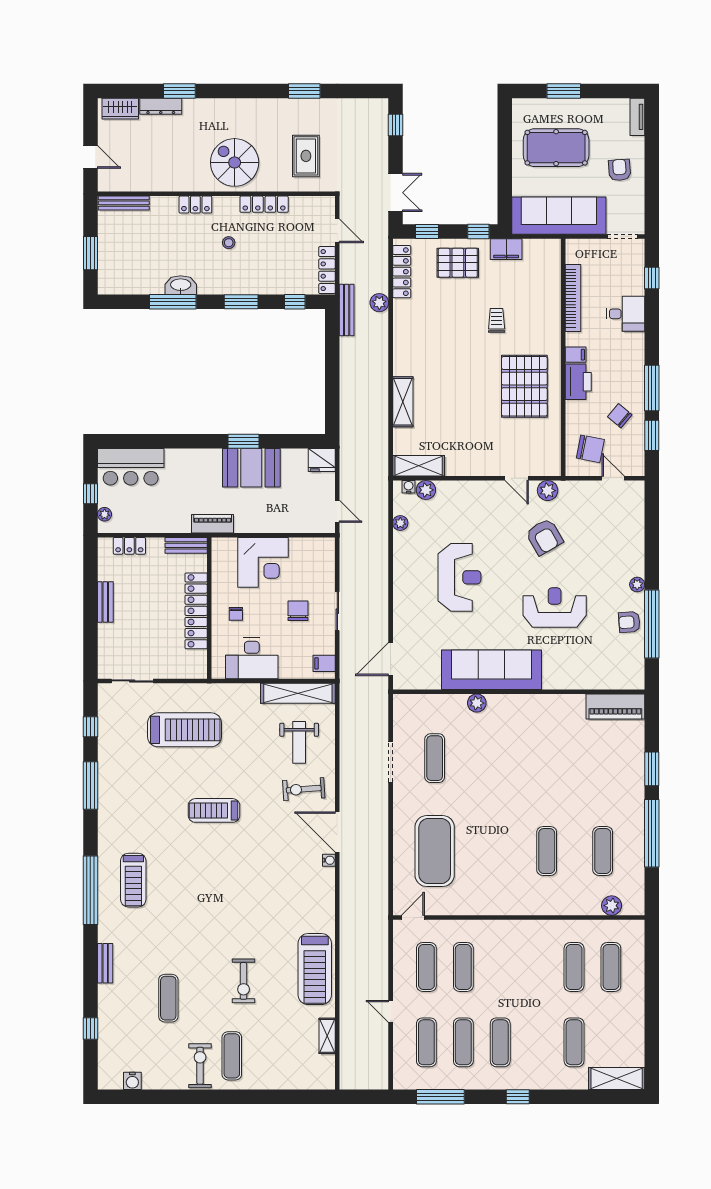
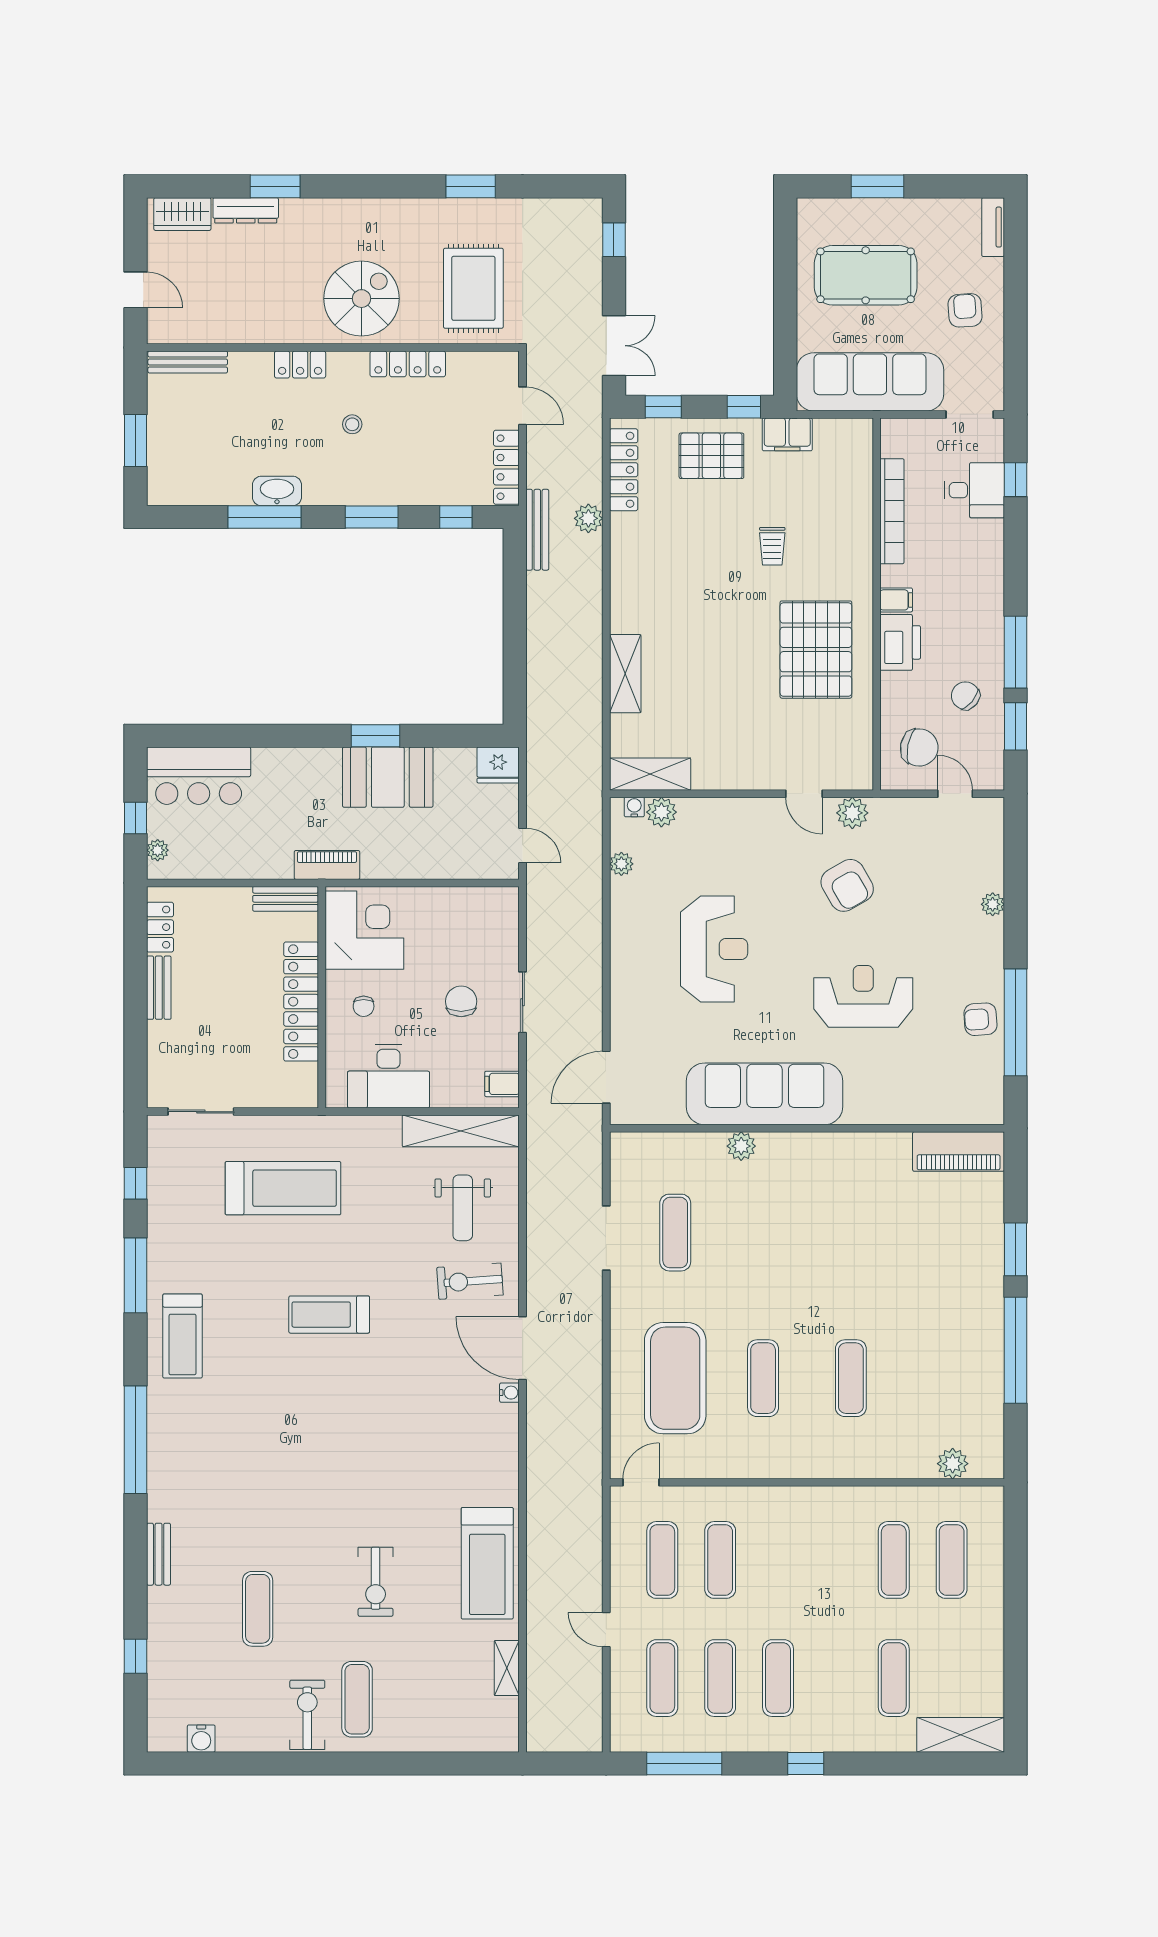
rug: (306, 156) -> (473, 288), width x1.36, depth x1.43
spiral stairs: (235, 162) -> (361, 299), turned 90
desk: (626, 314) -> (974, 490), moved
trolley: (497, 320) -> (772, 546), turned 180
locker: (129, 546) -> (160, 927), moved, turned -90
corner desk: (263, 562) -> (364, 930), moved, turned -90
plant: (637, 585) -> (993, 904), moved
exercise mat: (603, 851) -> (763, 1378), moved
treadmill: (133, 880) -> (183, 1336), moved

